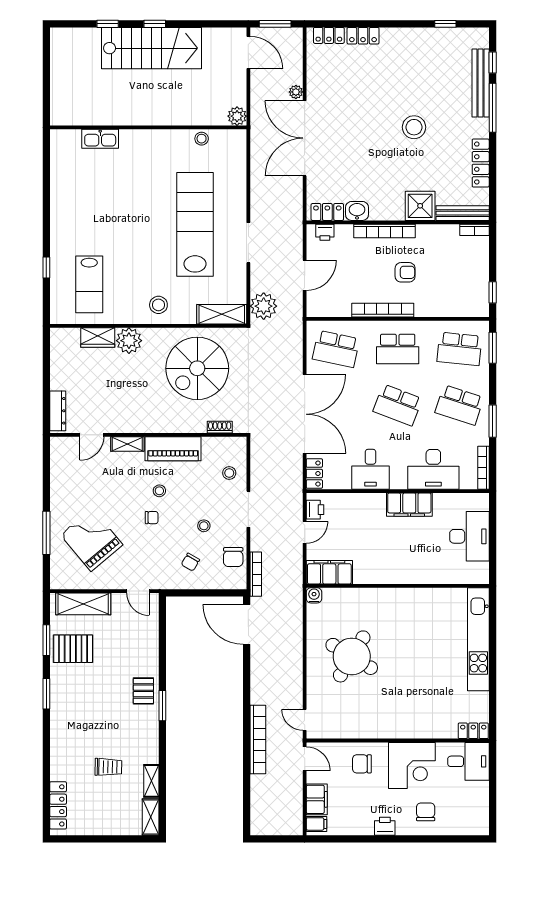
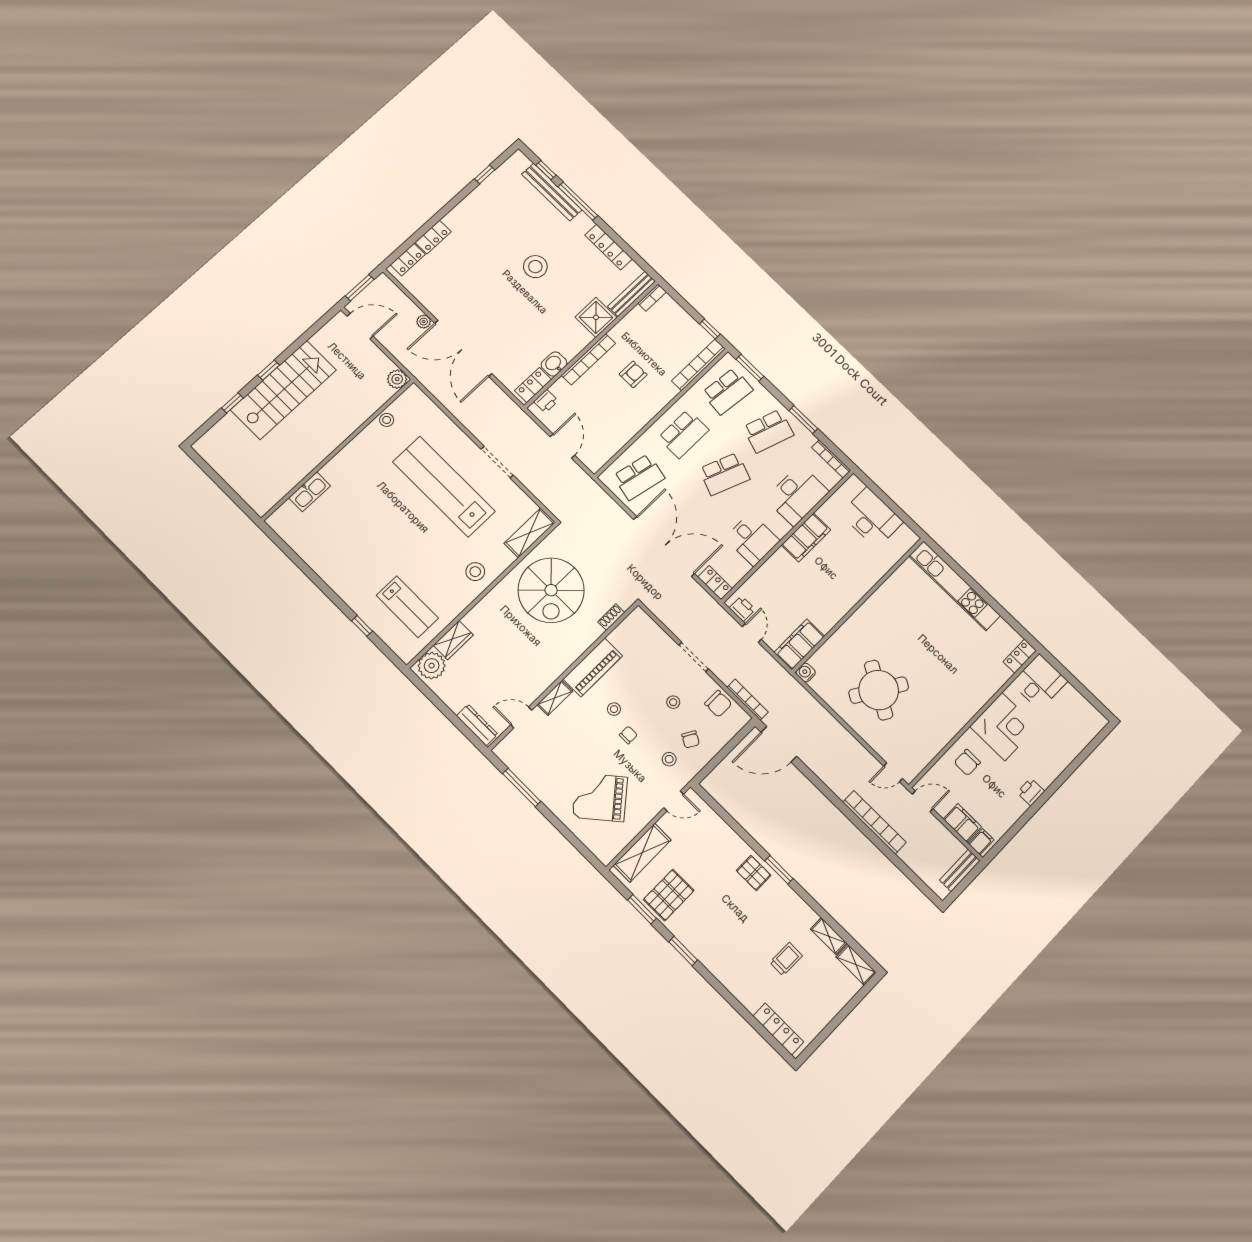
plant: (264, 306) -> (555, 497), removed
bookcase: (383, 310) -> (698, 365), moved
plant: (129, 341) -> (432, 666), moved
door: (92, 435) -> (521, 717), swing flipped
stool: (229, 473) -> (669, 759), moved
window: (46, 533) -> (522, 787), moved
chair: (426, 812) -> (1048, 751), removed
bench: (283, 828) -> (960, 870), added

